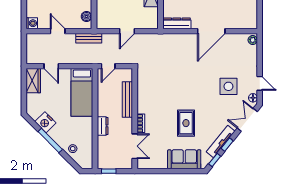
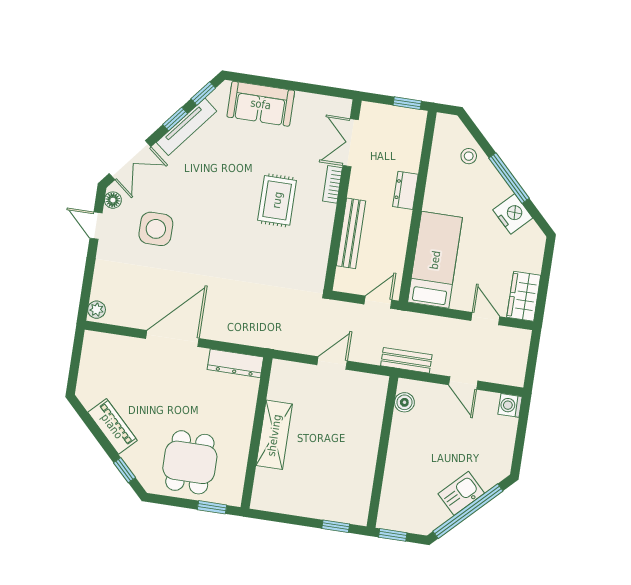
rug: (186, 123) -> (277, 200), moved

